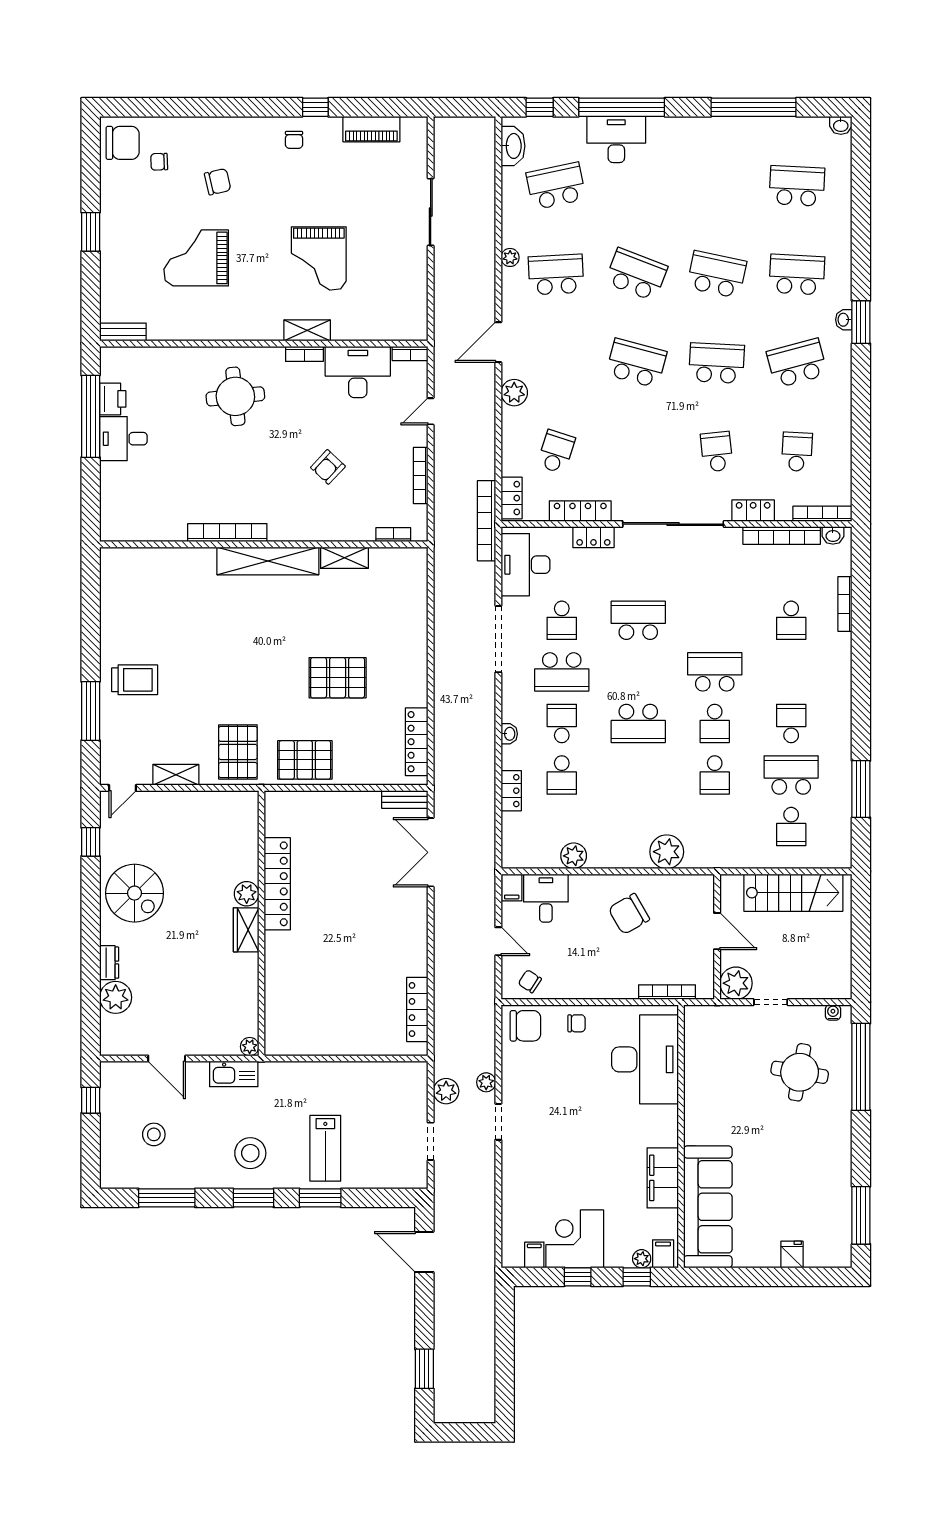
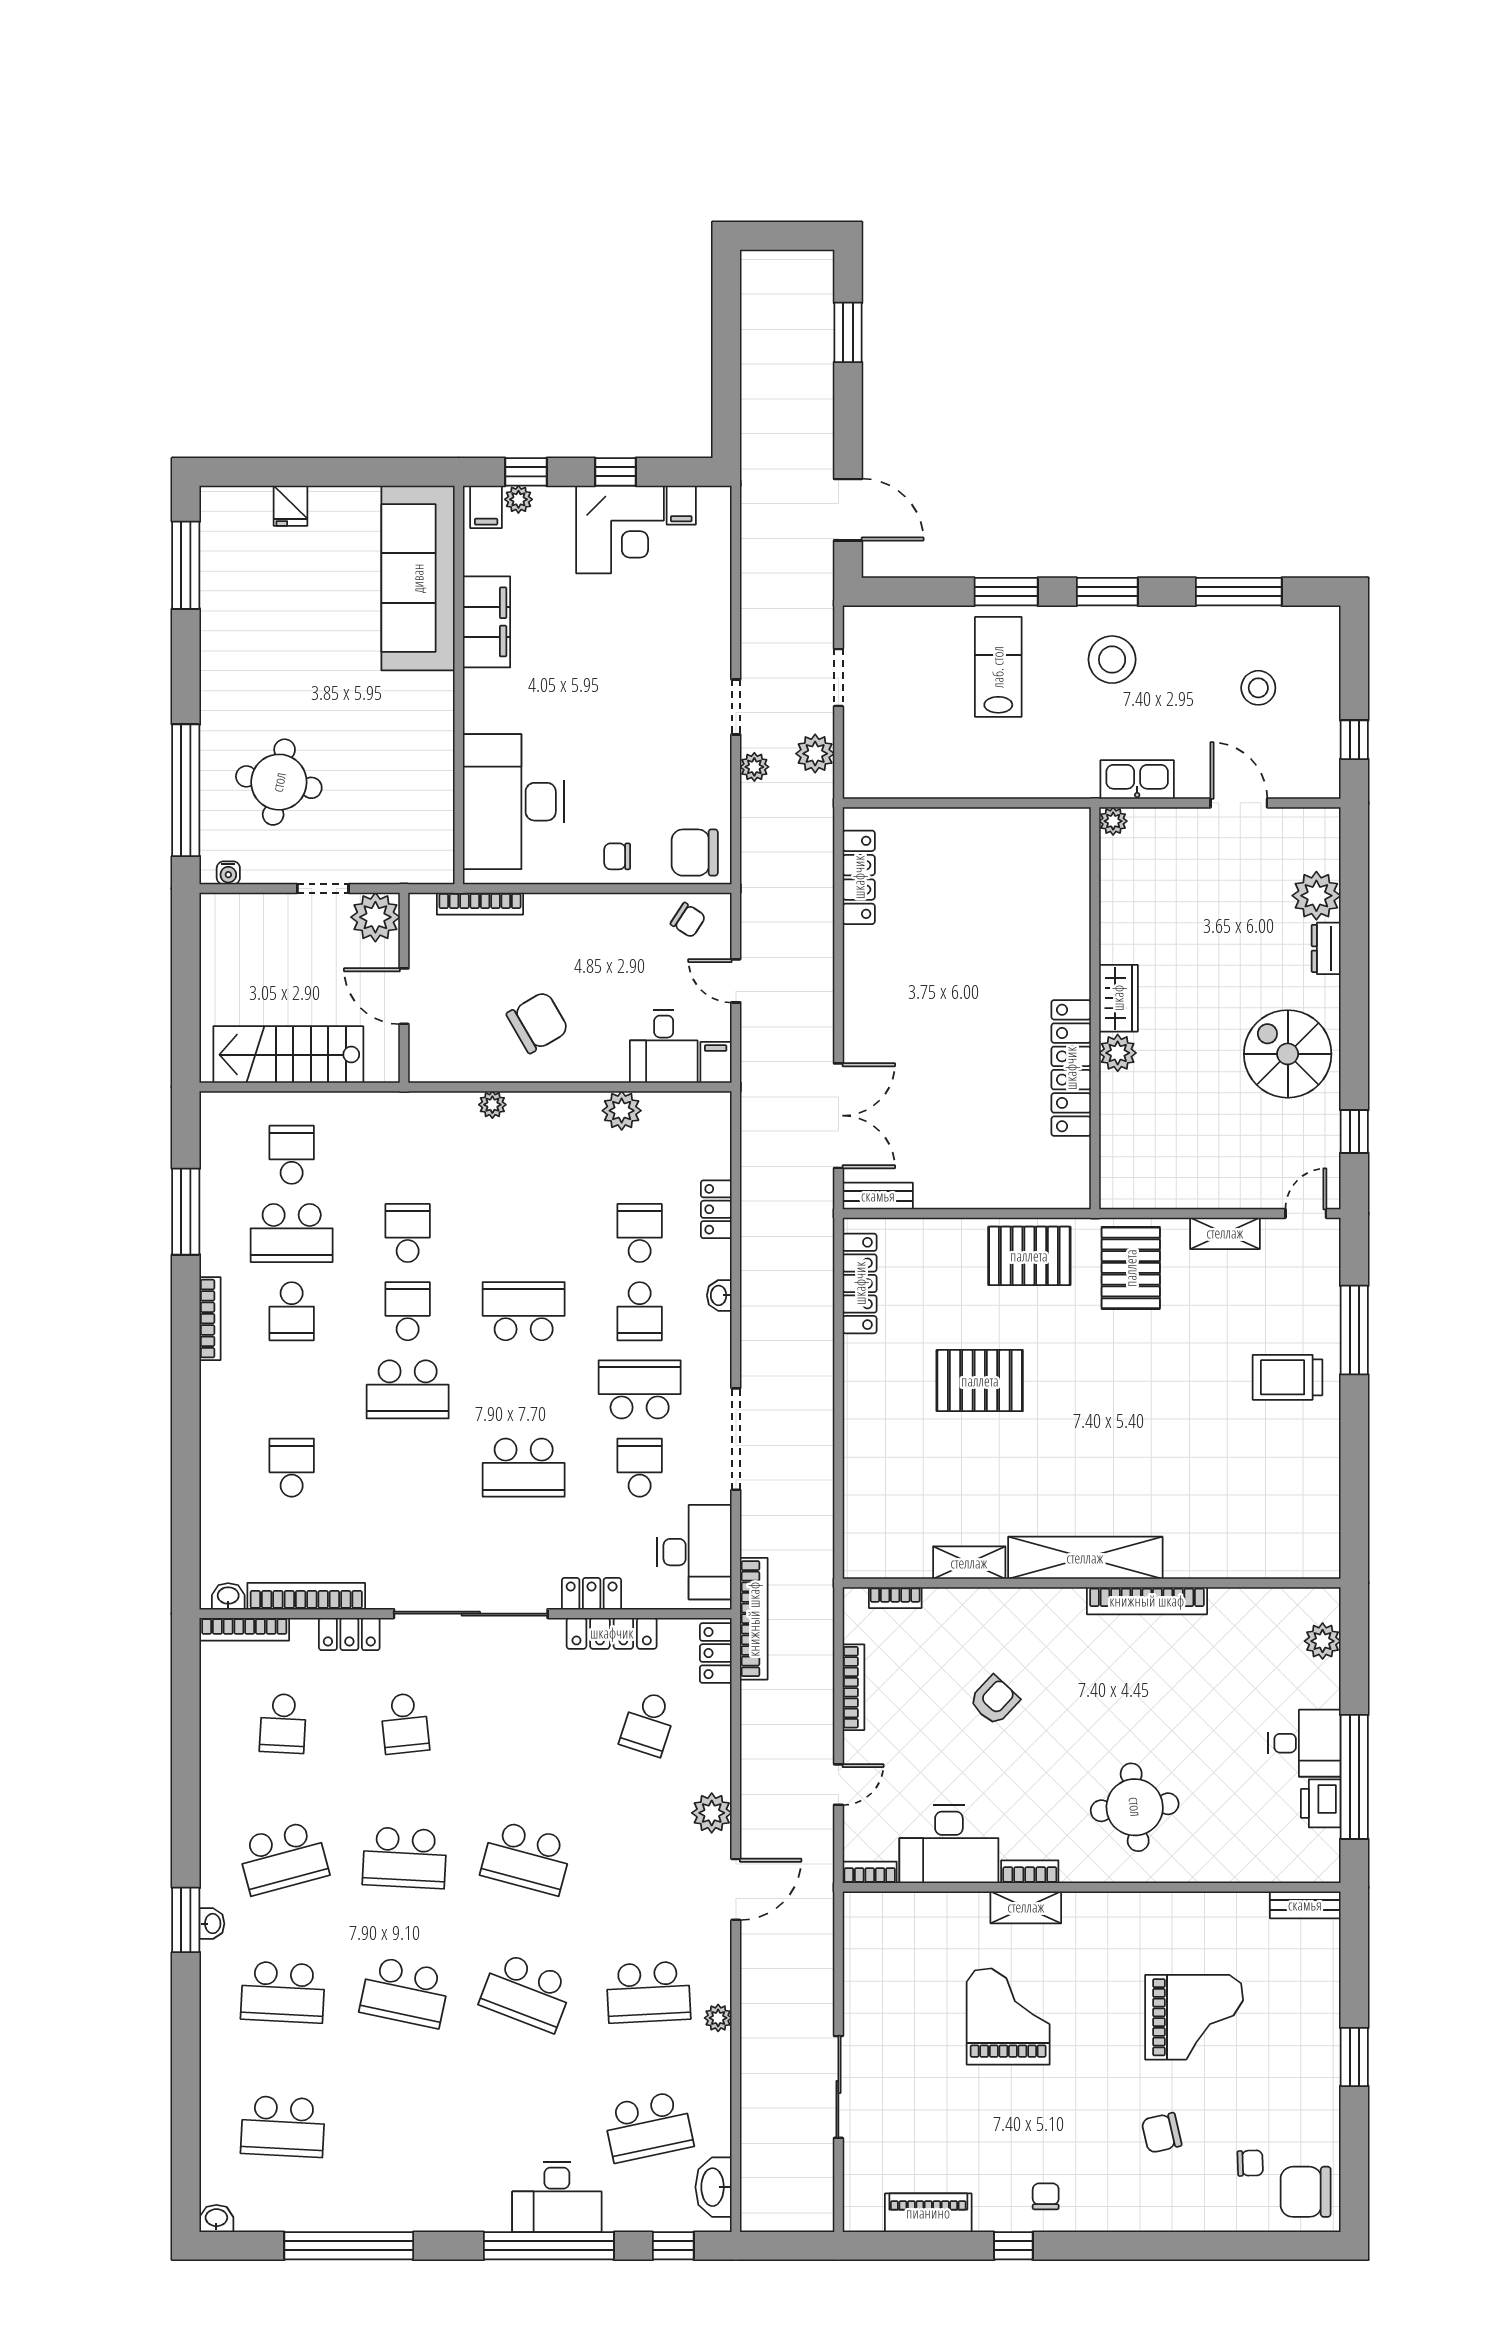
plant: (111, 506) -> (1323, 1641), added
bookcase: (845, 604) -> (210, 1319), moved
plant: (667, 852) -> (492, 1105), width x0.53, depth x0.53

